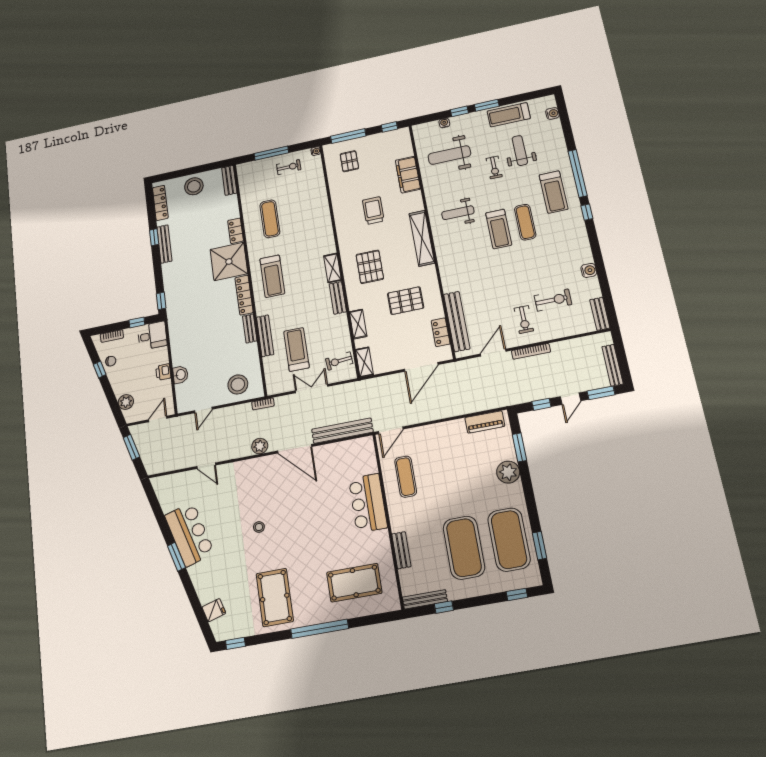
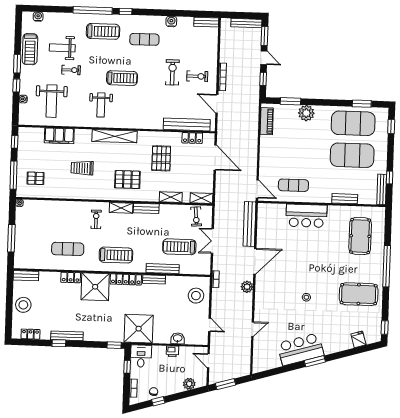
exercise bike: (289, 167) -> (96, 219), moved
locker: (160, 203) -> (30, 334), width x0.66
exercise mat: (525, 222) -> (144, 39), moved
exercise bike: (553, 300) -> (172, 72), moved
shower: (186, 325) -> (139, 329), added

